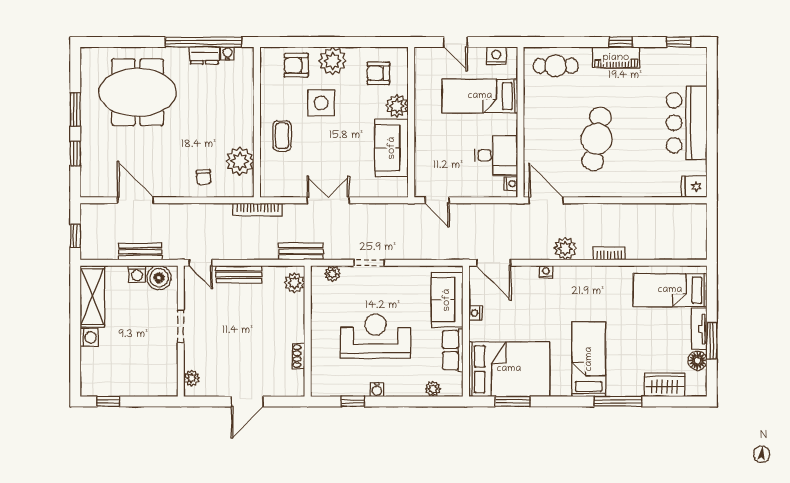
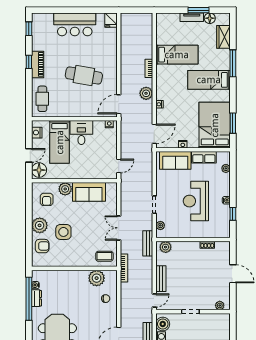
floor lamp: (430, 60) -> (39, 170), added
armchair: (296, 65) -> (42, 246), turned -90
coffee table: (282, 136) -> (104, 256), moved
desk: (496, 155) -> (81, 133), moved
bed: (670, 290) -> (177, 55), moved, turned -90

